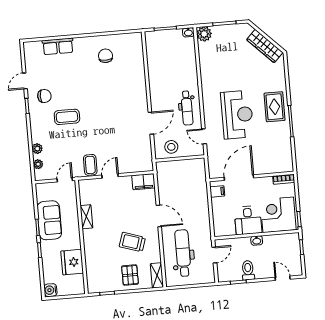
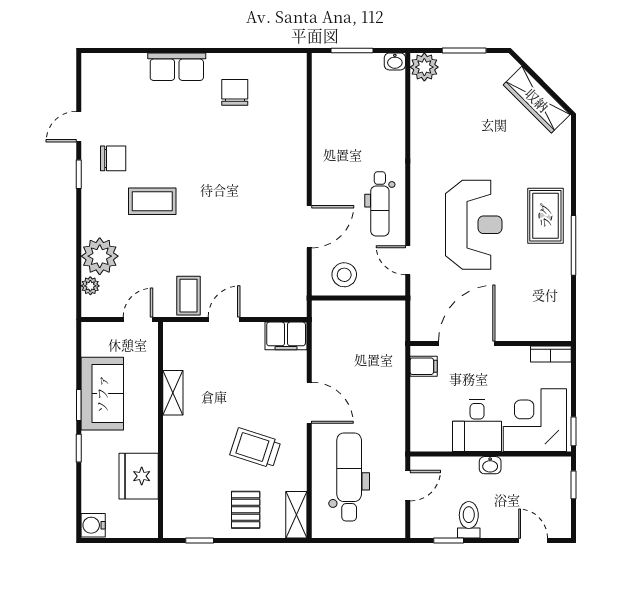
row of seats: (58, 46) -> (177, 67), moved
plant: (37, 149) -> (100, 256), width x1.88, depth x1.88

